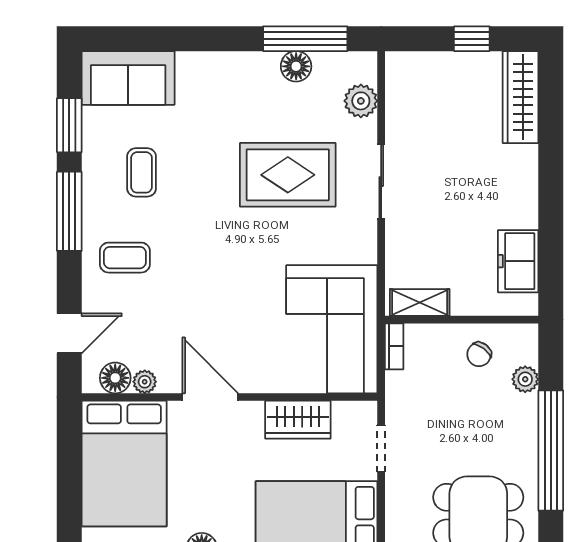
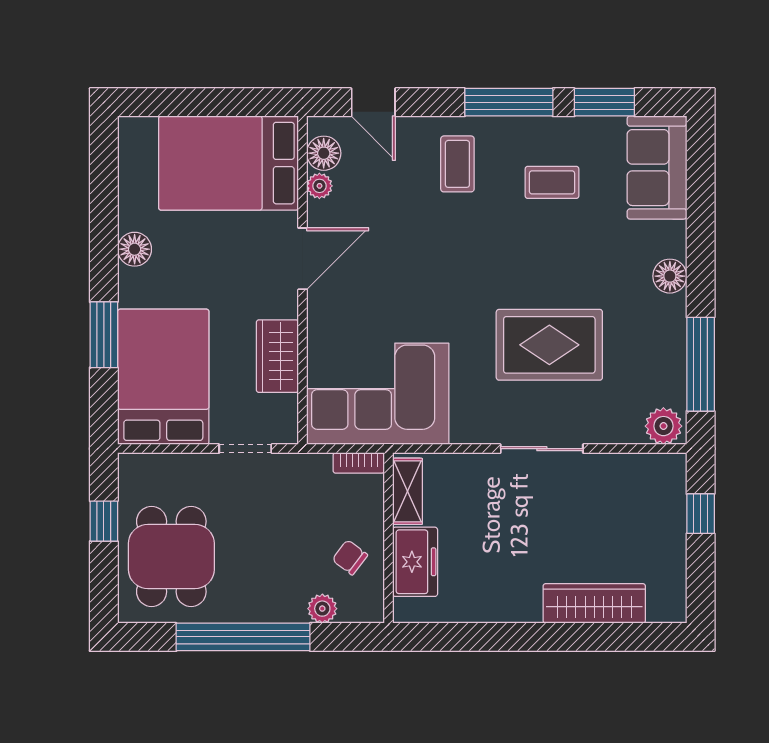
window: (472, 39) -> (701, 514), moved
floor lamp: (296, 66) -> (670, 276), moved
wardrobe: (521, 97) -> (594, 603), moved
plant: (361, 101) -> (663, 426), moved
rug: (288, 175) -> (549, 345), turned 90
freezer: (518, 261) -> (415, 562), moved, turned 90

